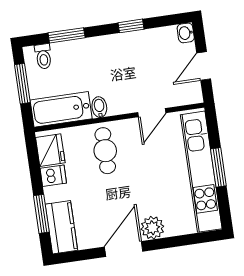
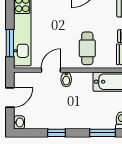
bidet: (99, 107) -> (66, 79), moved
window: (218, 167) -> (10, 43), moved

